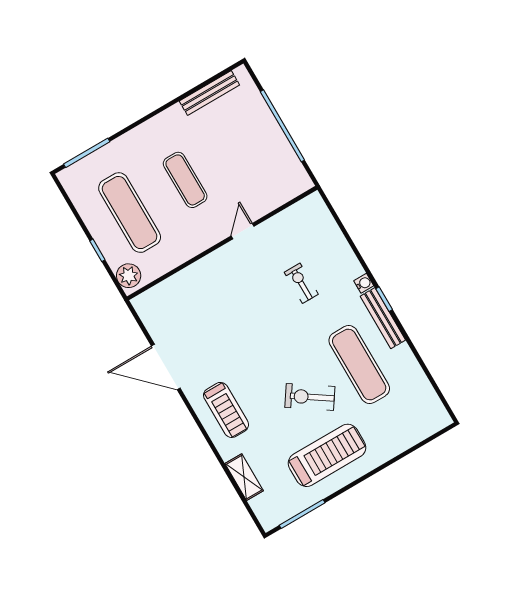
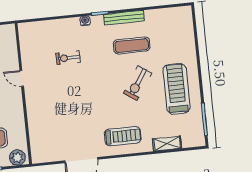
bench: (383, 318) -> (124, 18), moved
exercise mat: (359, 365) -> (132, 45), width x0.73, depth x0.69

